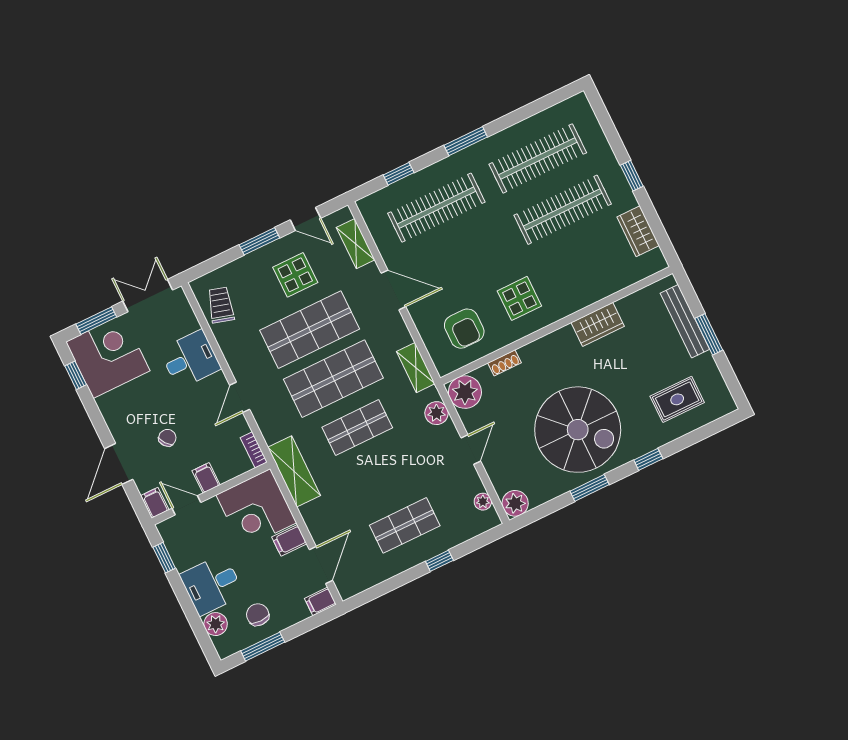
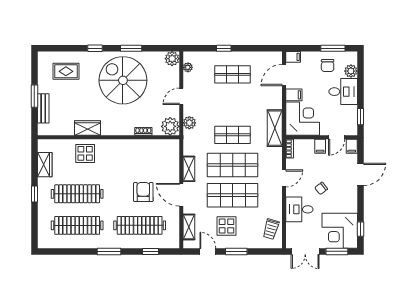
display table: (519, 298) -> (85, 153), moved
bench: (685, 321) -> (43, 108), width x0.73
armchair: (464, 329) -> (143, 192), moved
shelving: (416, 368) -> (189, 169), moved
chair: (167, 438) -> (321, 188), moved
door: (186, 505) -> (337, 137), hinge flipped

